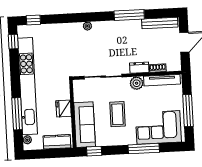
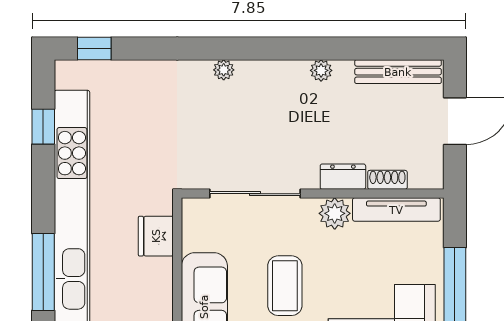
window: (129, 15) -> (325, 48), removed
plant: (128, 24) -> (321, 70), added
window: (13, 42) -> (43, 127), moved
fridge: (64, 109) -> (156, 236), moved

